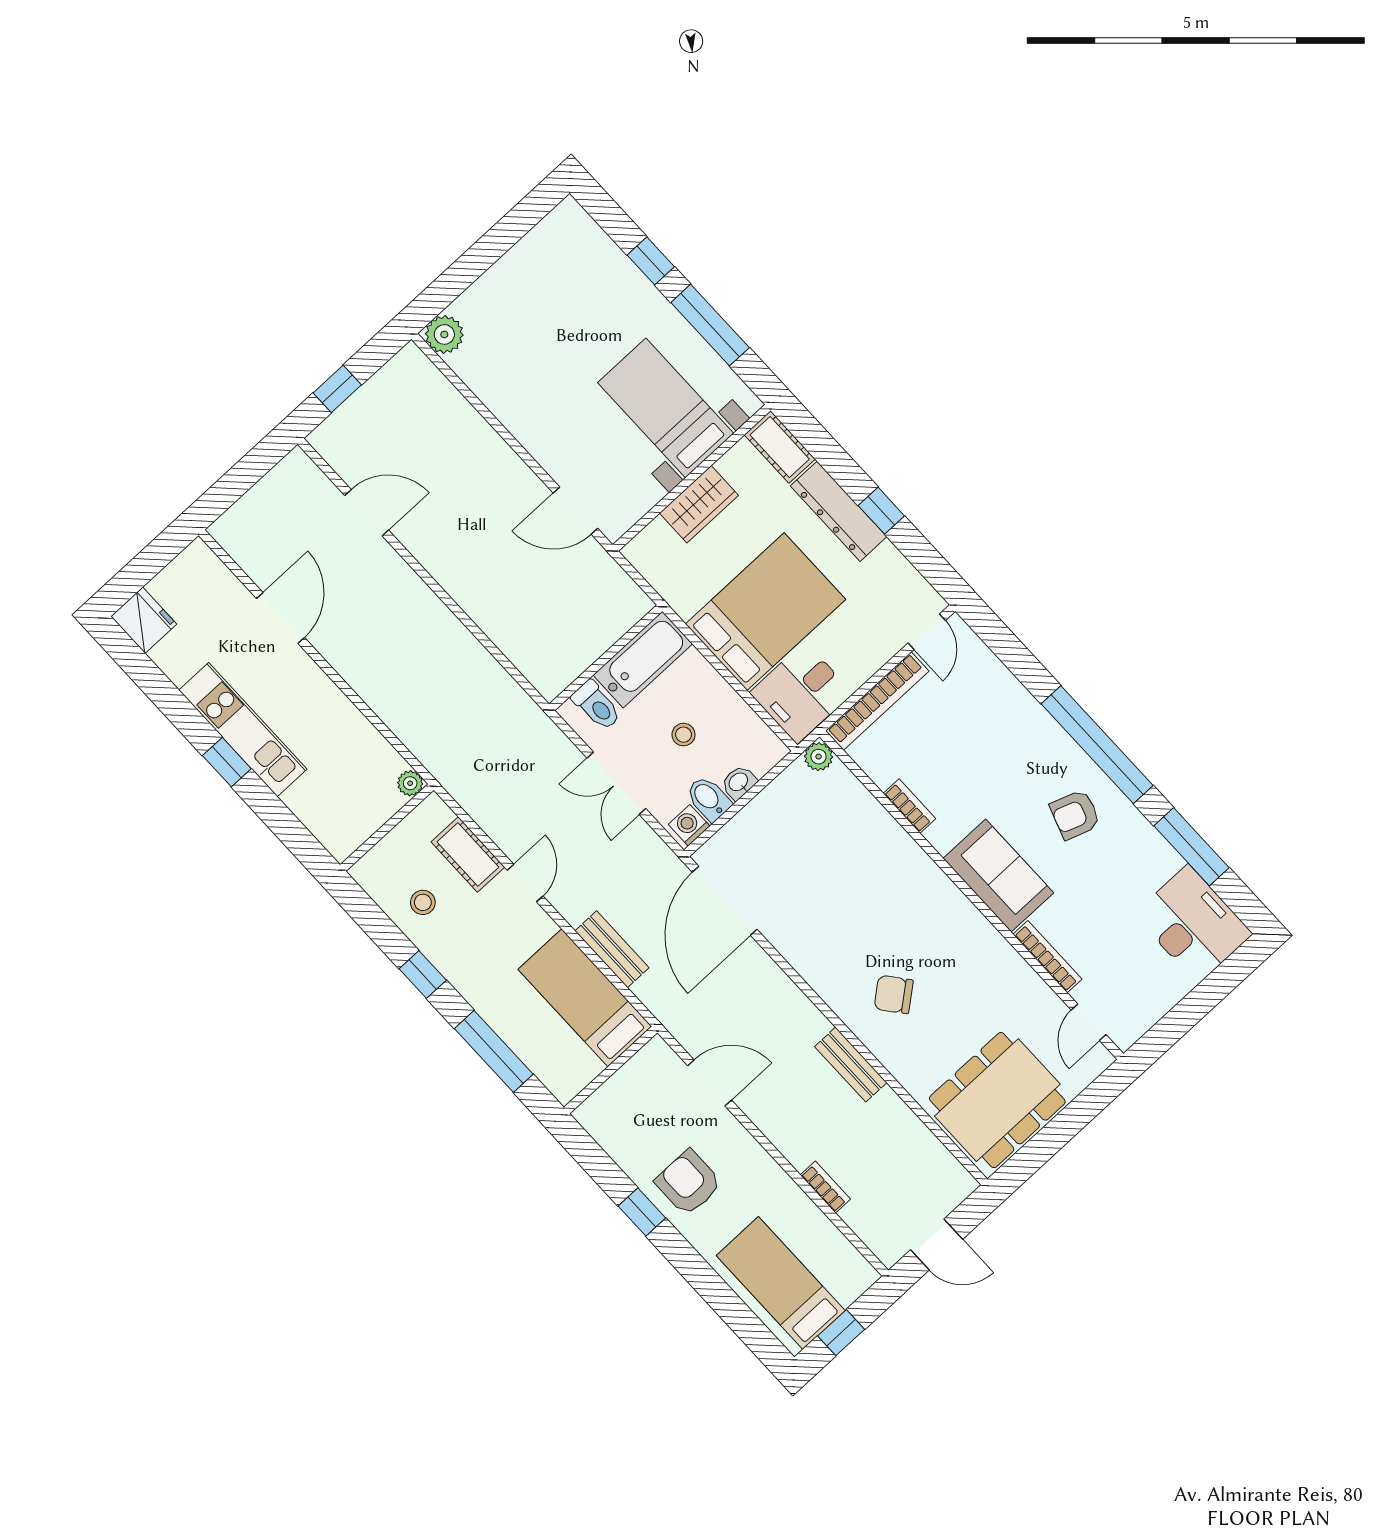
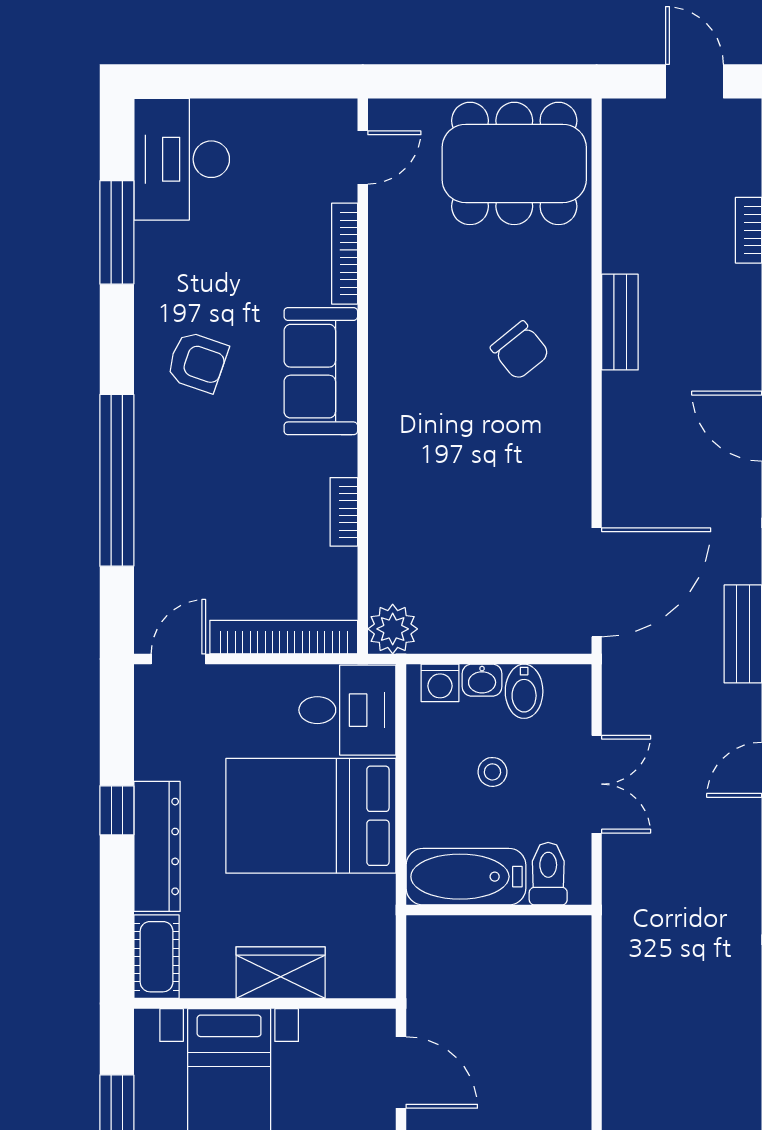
window: (1097, 745) -> (117, 480), moved
plant: (819, 757) -> (393, 629), width x1.38, depth x1.38
washing machine: (689, 825) -> (440, 683), moved

